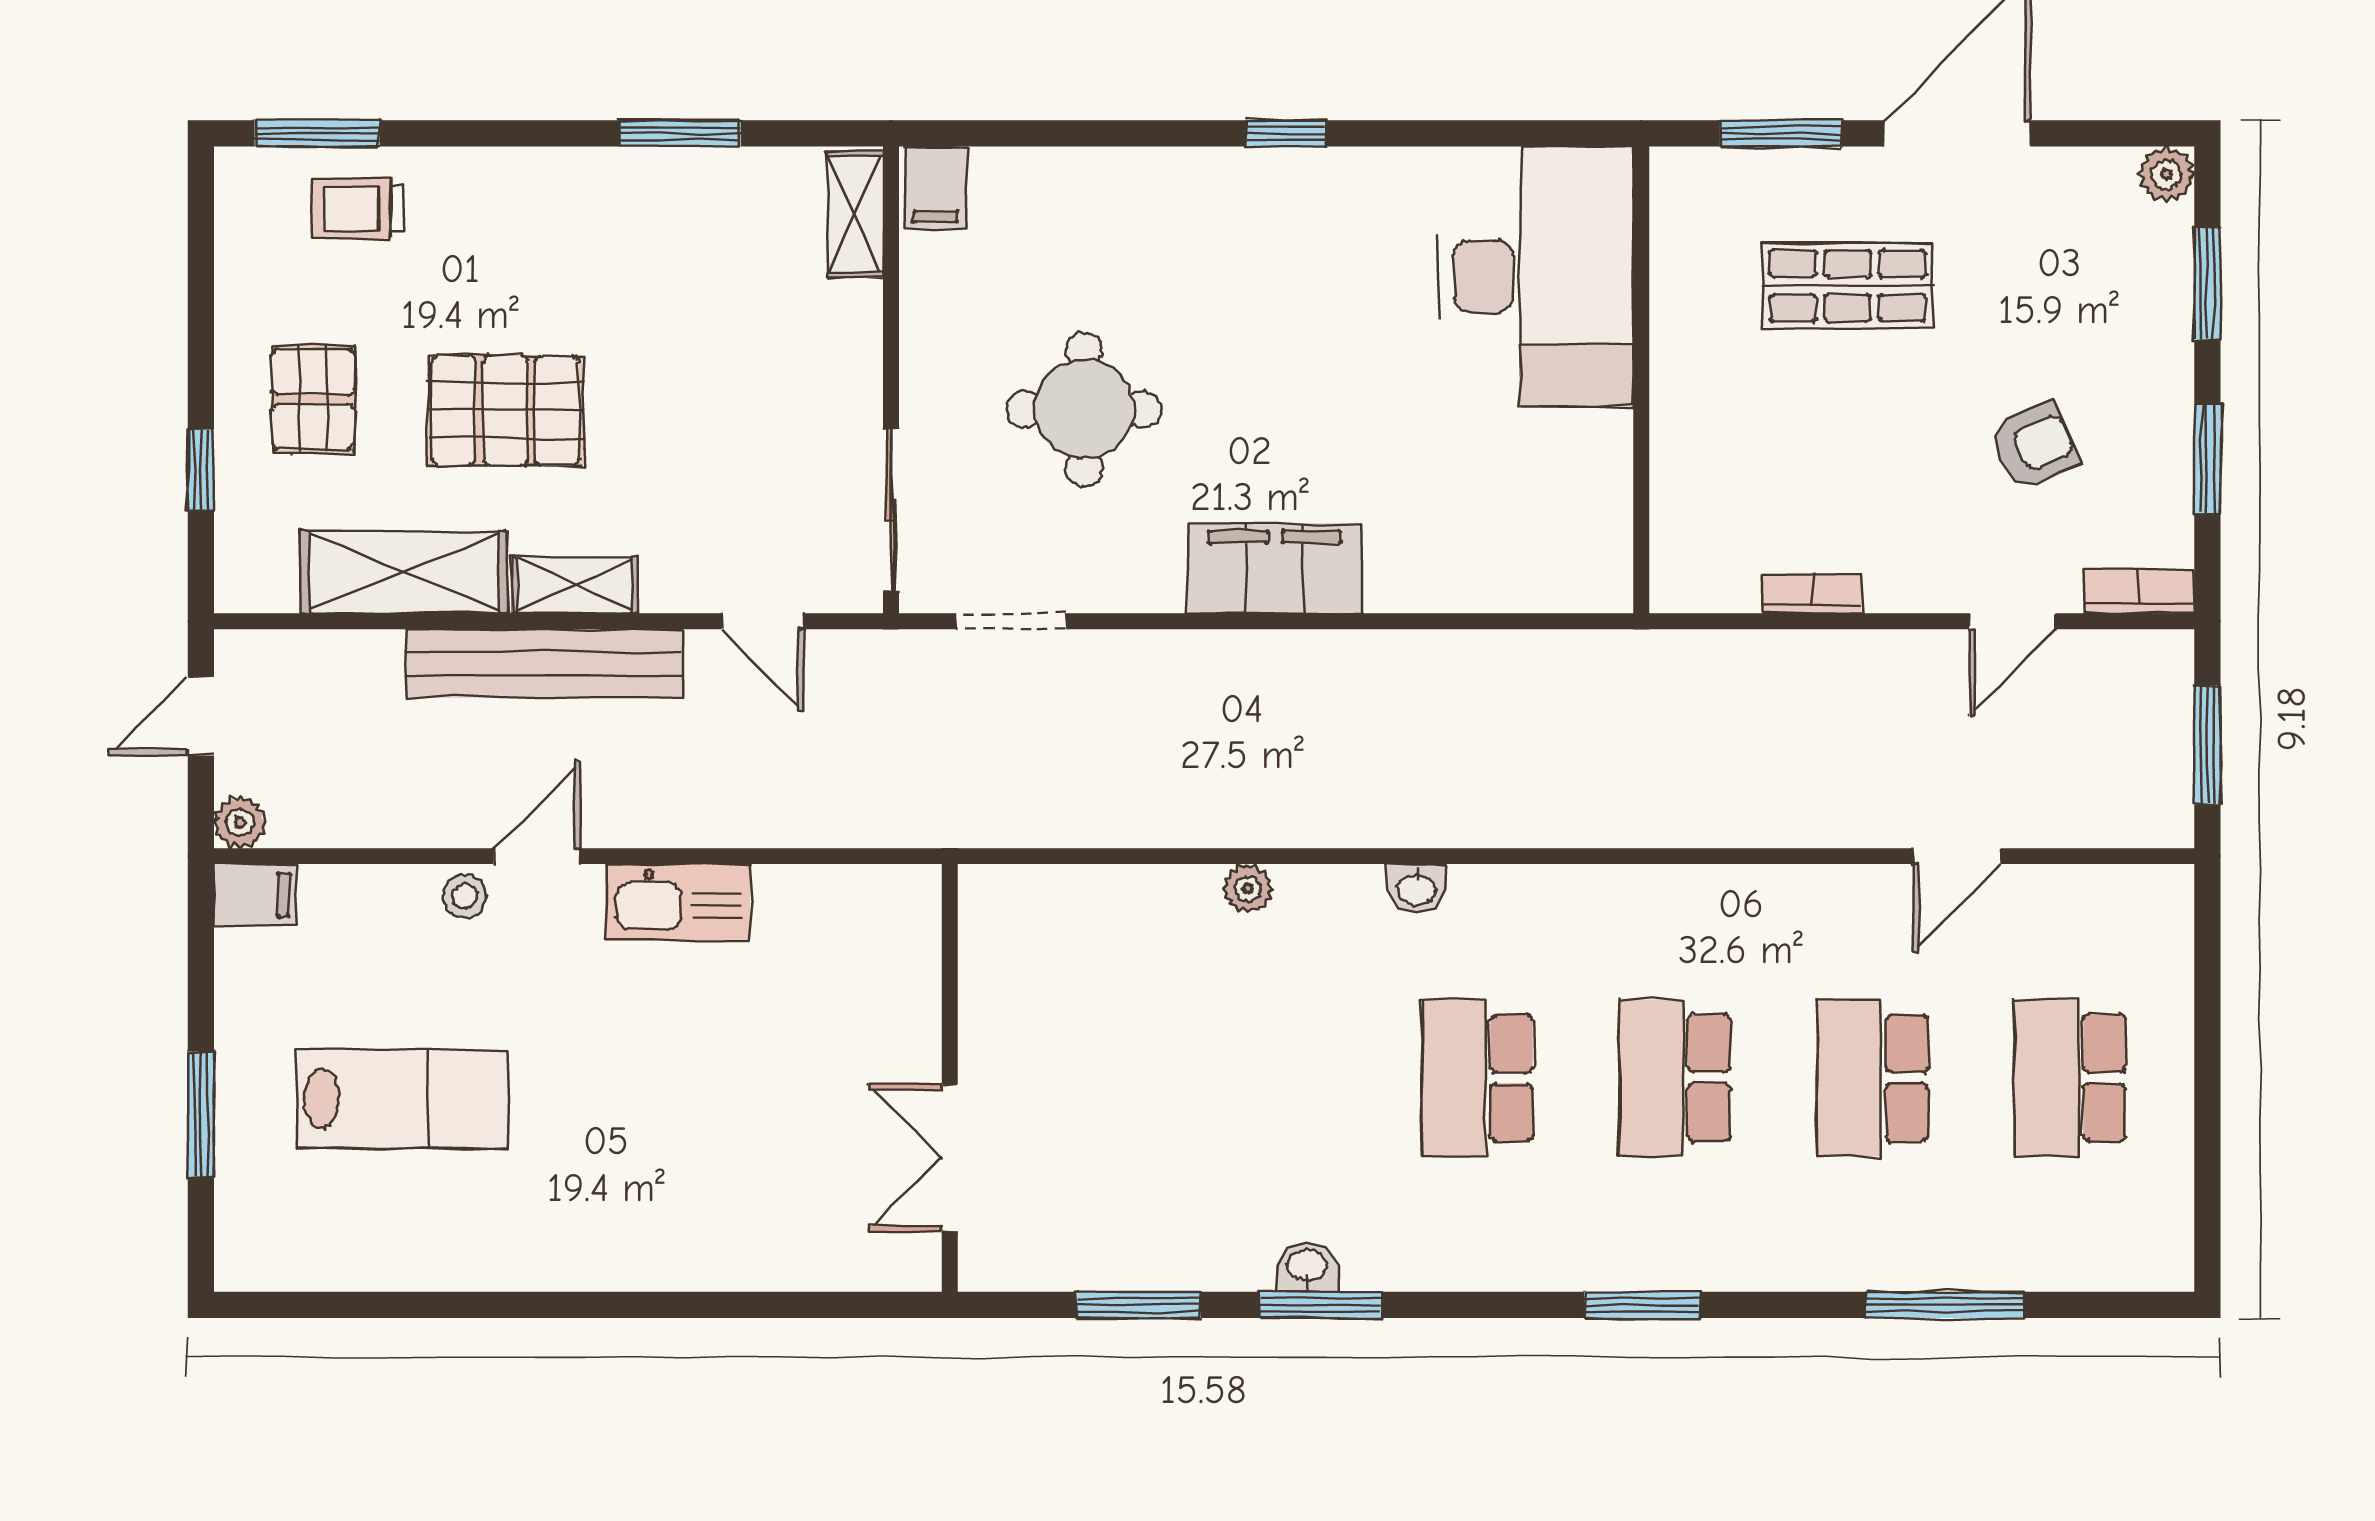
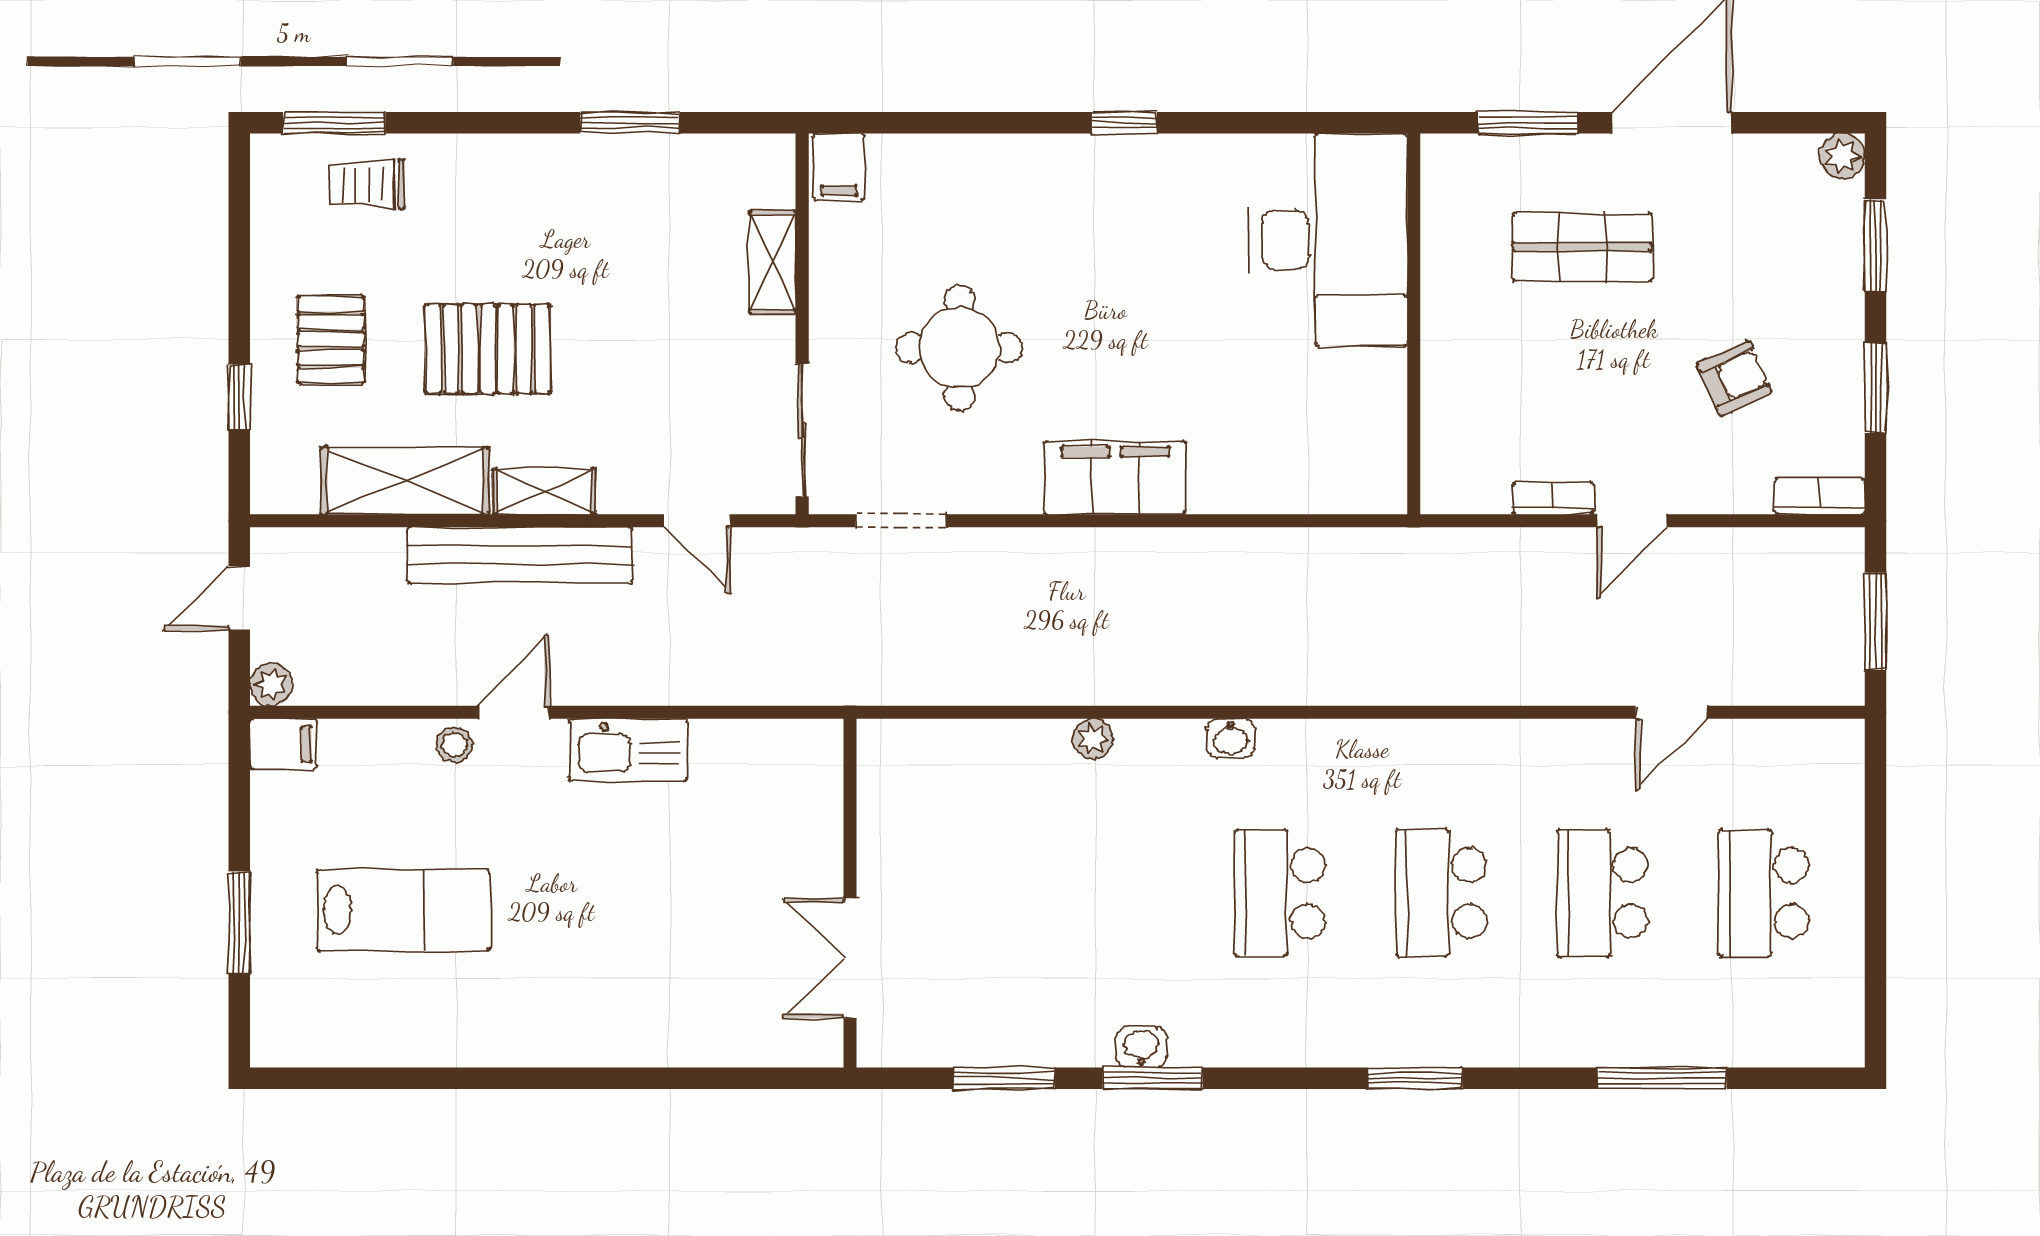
shelving: (855, 214) -> (773, 262), moved
door: (2012, 621) -> (1632, 521), moved

